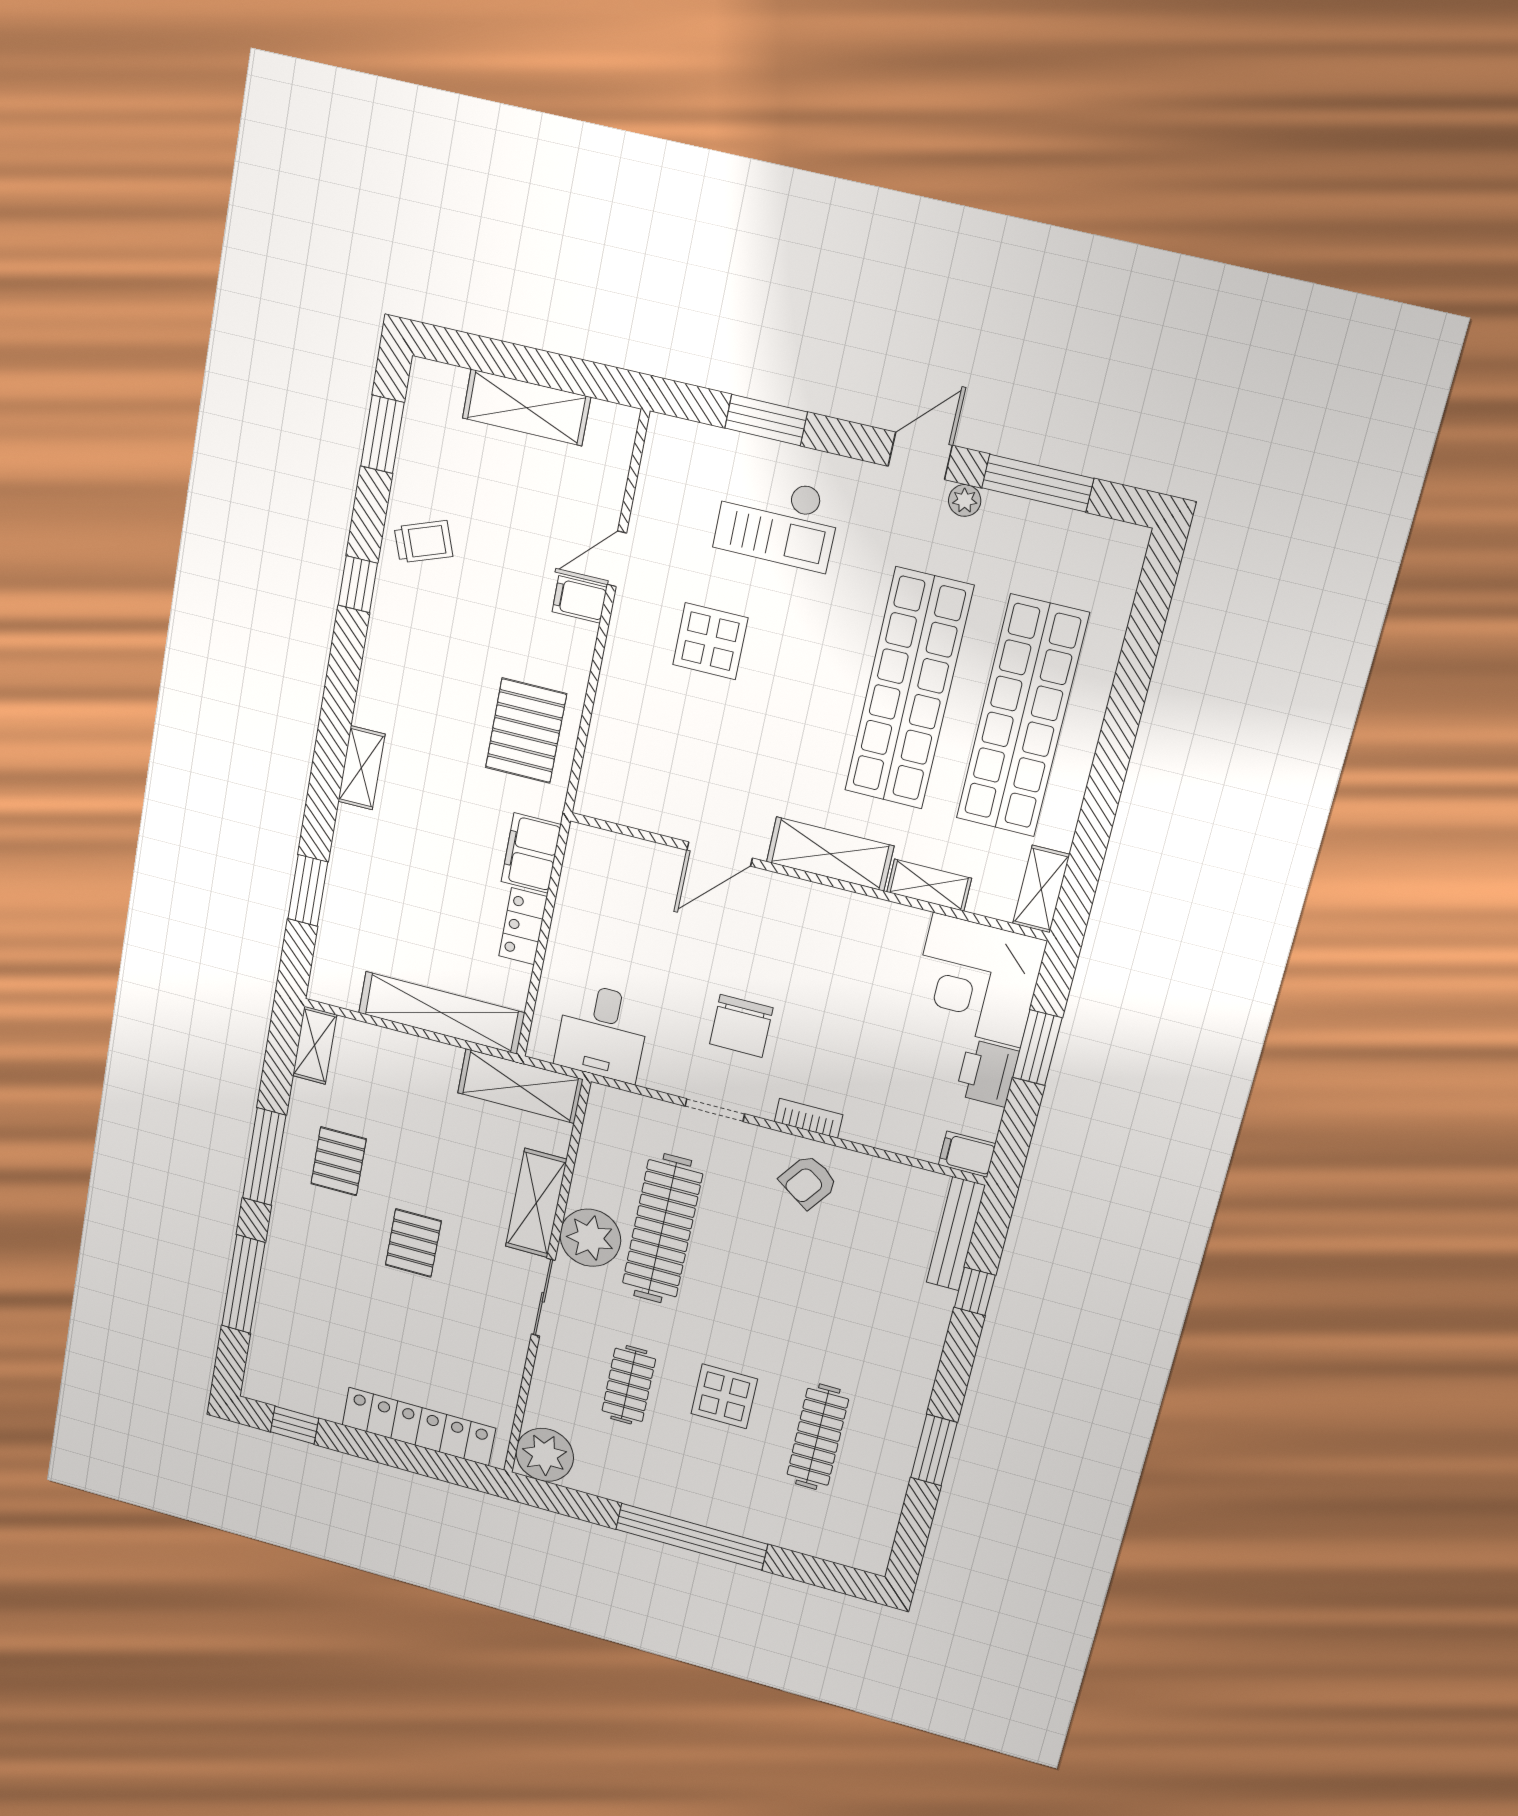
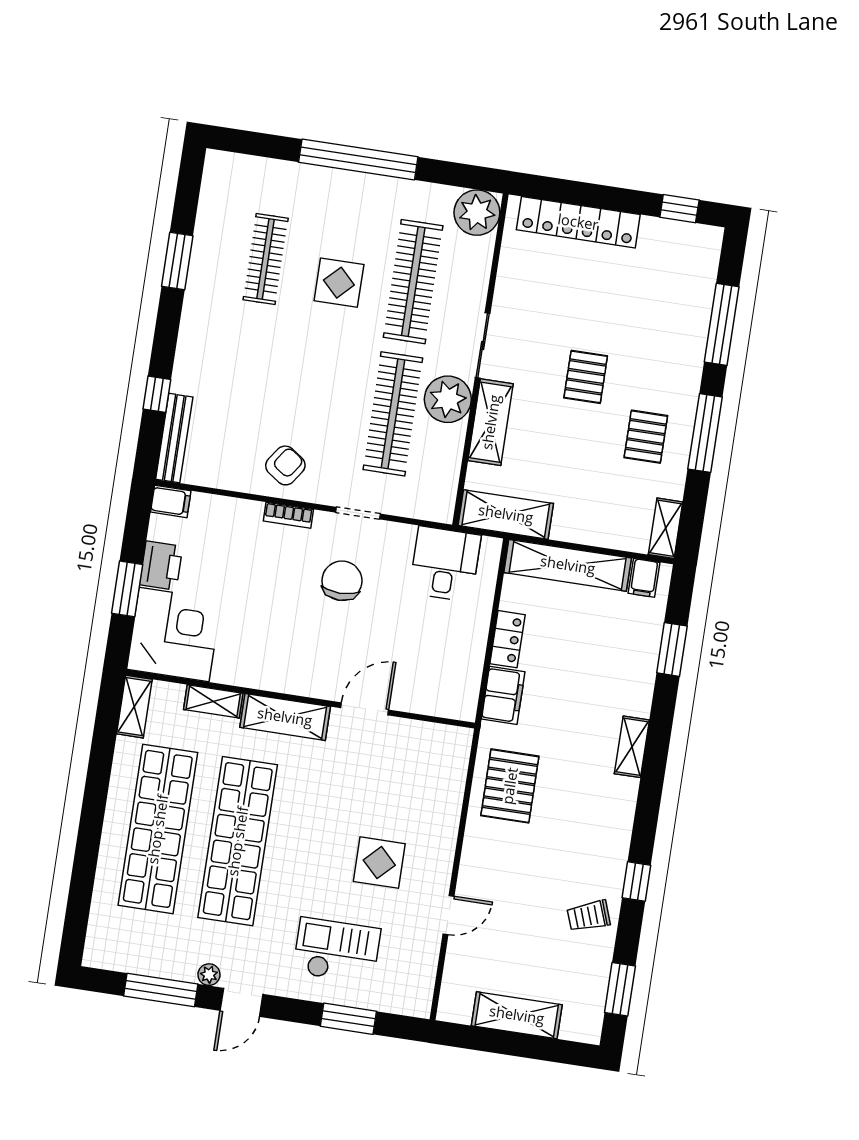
filing cabinet: (580, 599) -> (644, 578), moved, turned 90
clothes rail: (629, 1385) -> (413, 282), width x1.86, depth x1.31

